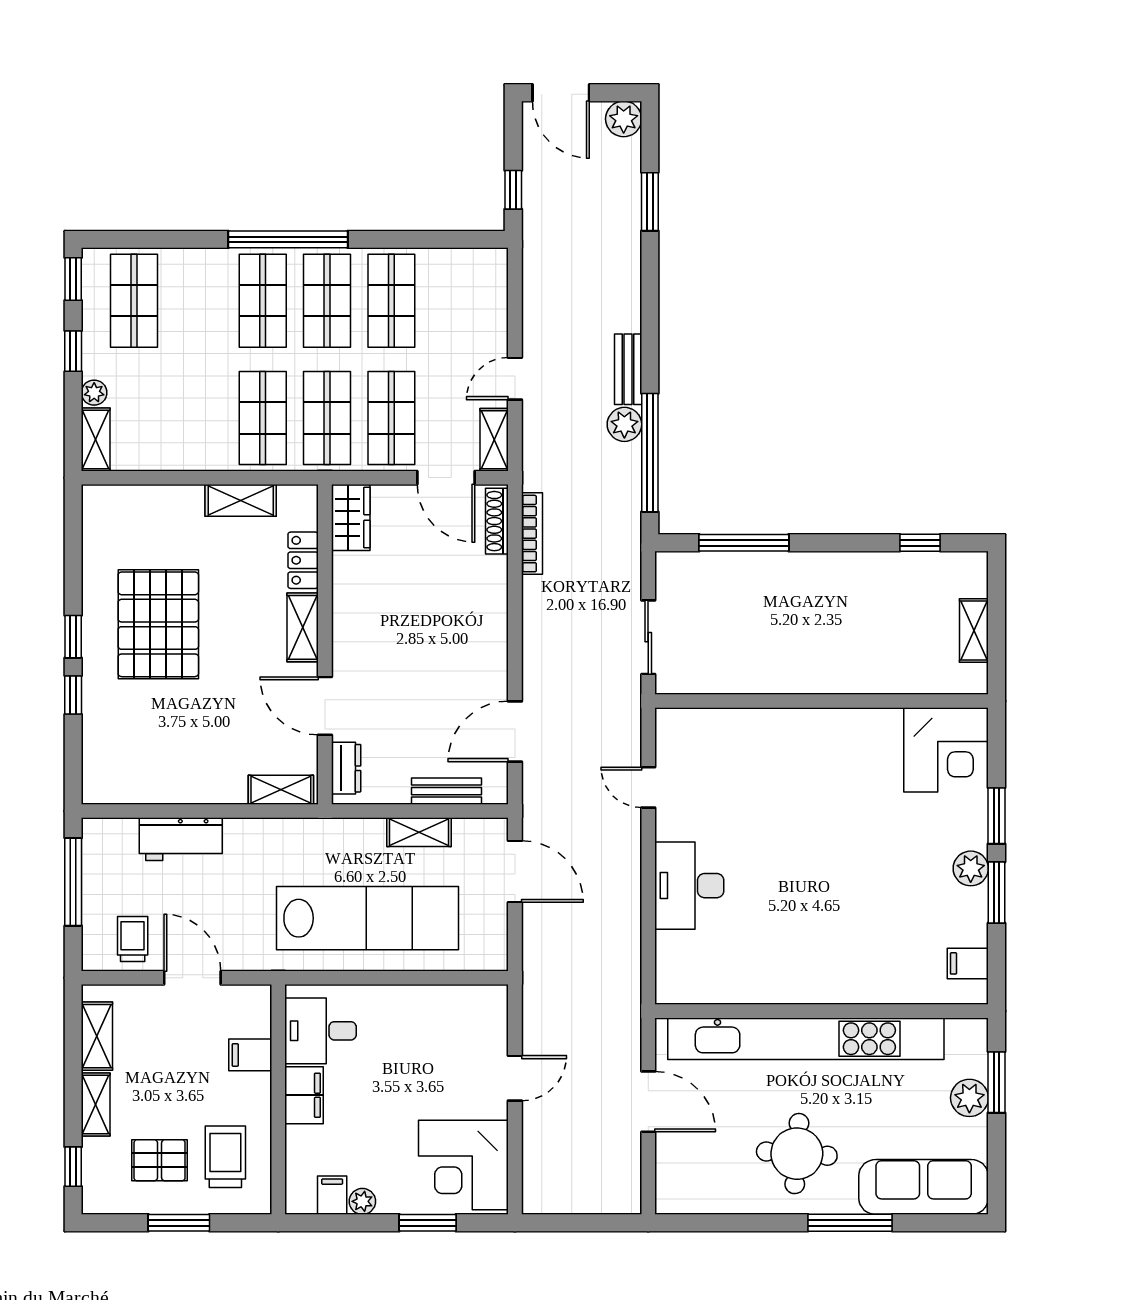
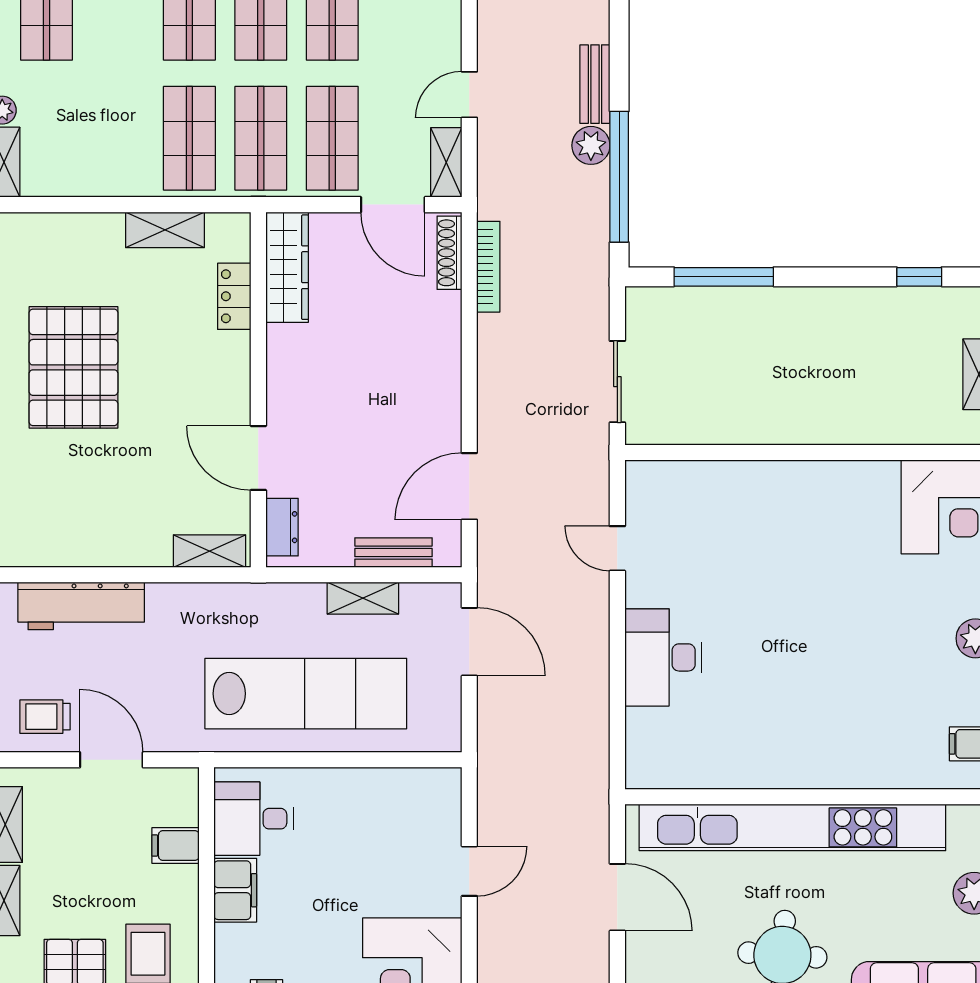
wardrobe: (351, 517) -> (287, 267), width x1.50
shelving: (303, 627) -> (234, 371), removed
workbench: (181, 839) -> (81, 606), width x1.38
trolley: (133, 939) -> (45, 717), turned -90

